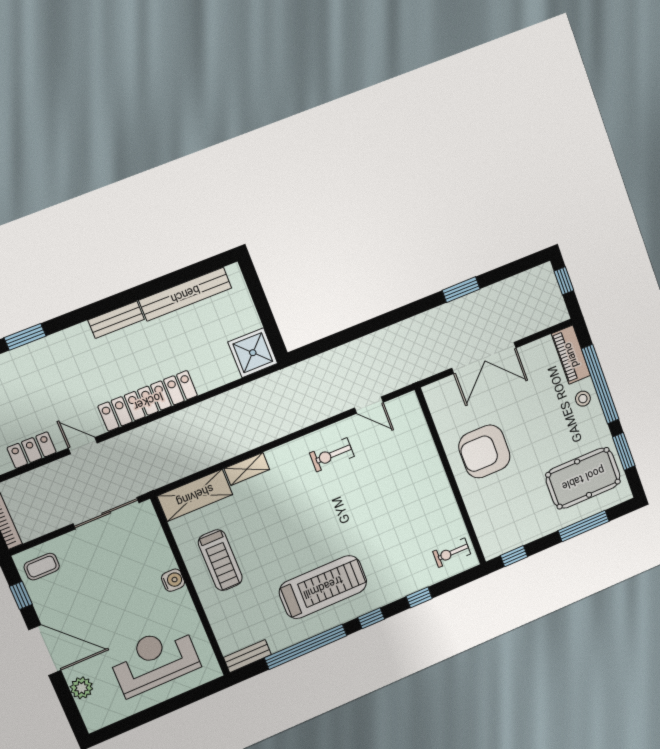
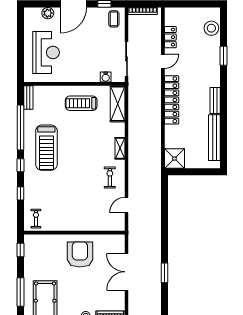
shelving: (247, 469) -> (120, 148), moved
water cooler: (173, 580) -> (106, 77), moved

